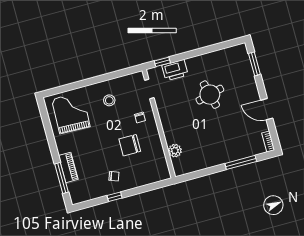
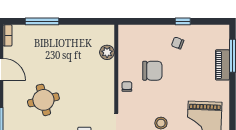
round table: (210, 95) -> (43, 100), moved
chair: (140, 117) -> (127, 86), moved

